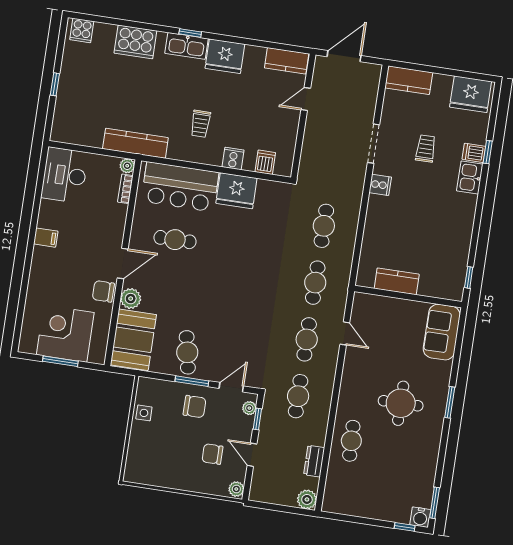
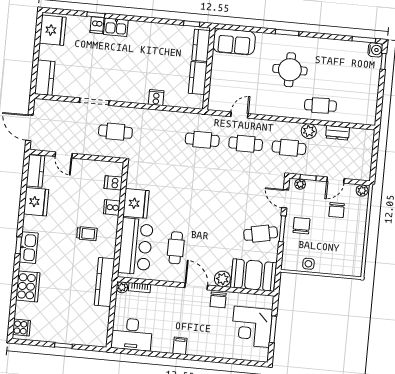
fridge: (225, 56) -> (36, 202), moved
trolley: (426, 149) -> (96, 62), removed
cooker: (380, 185) -> (156, 98), moved
cafe table: (324, 226) -> (115, 132), moved
kitchen counter: (439, 288) -> (201, 45), added
plant: (307, 499) -> (309, 131), moved

